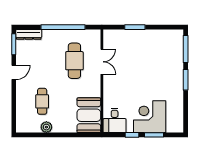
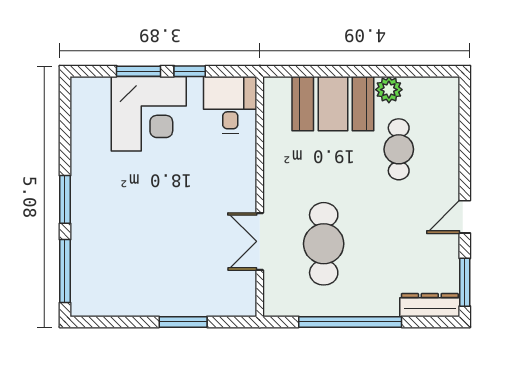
booth: (89, 115) -> (333, 104), moved, turned 90

